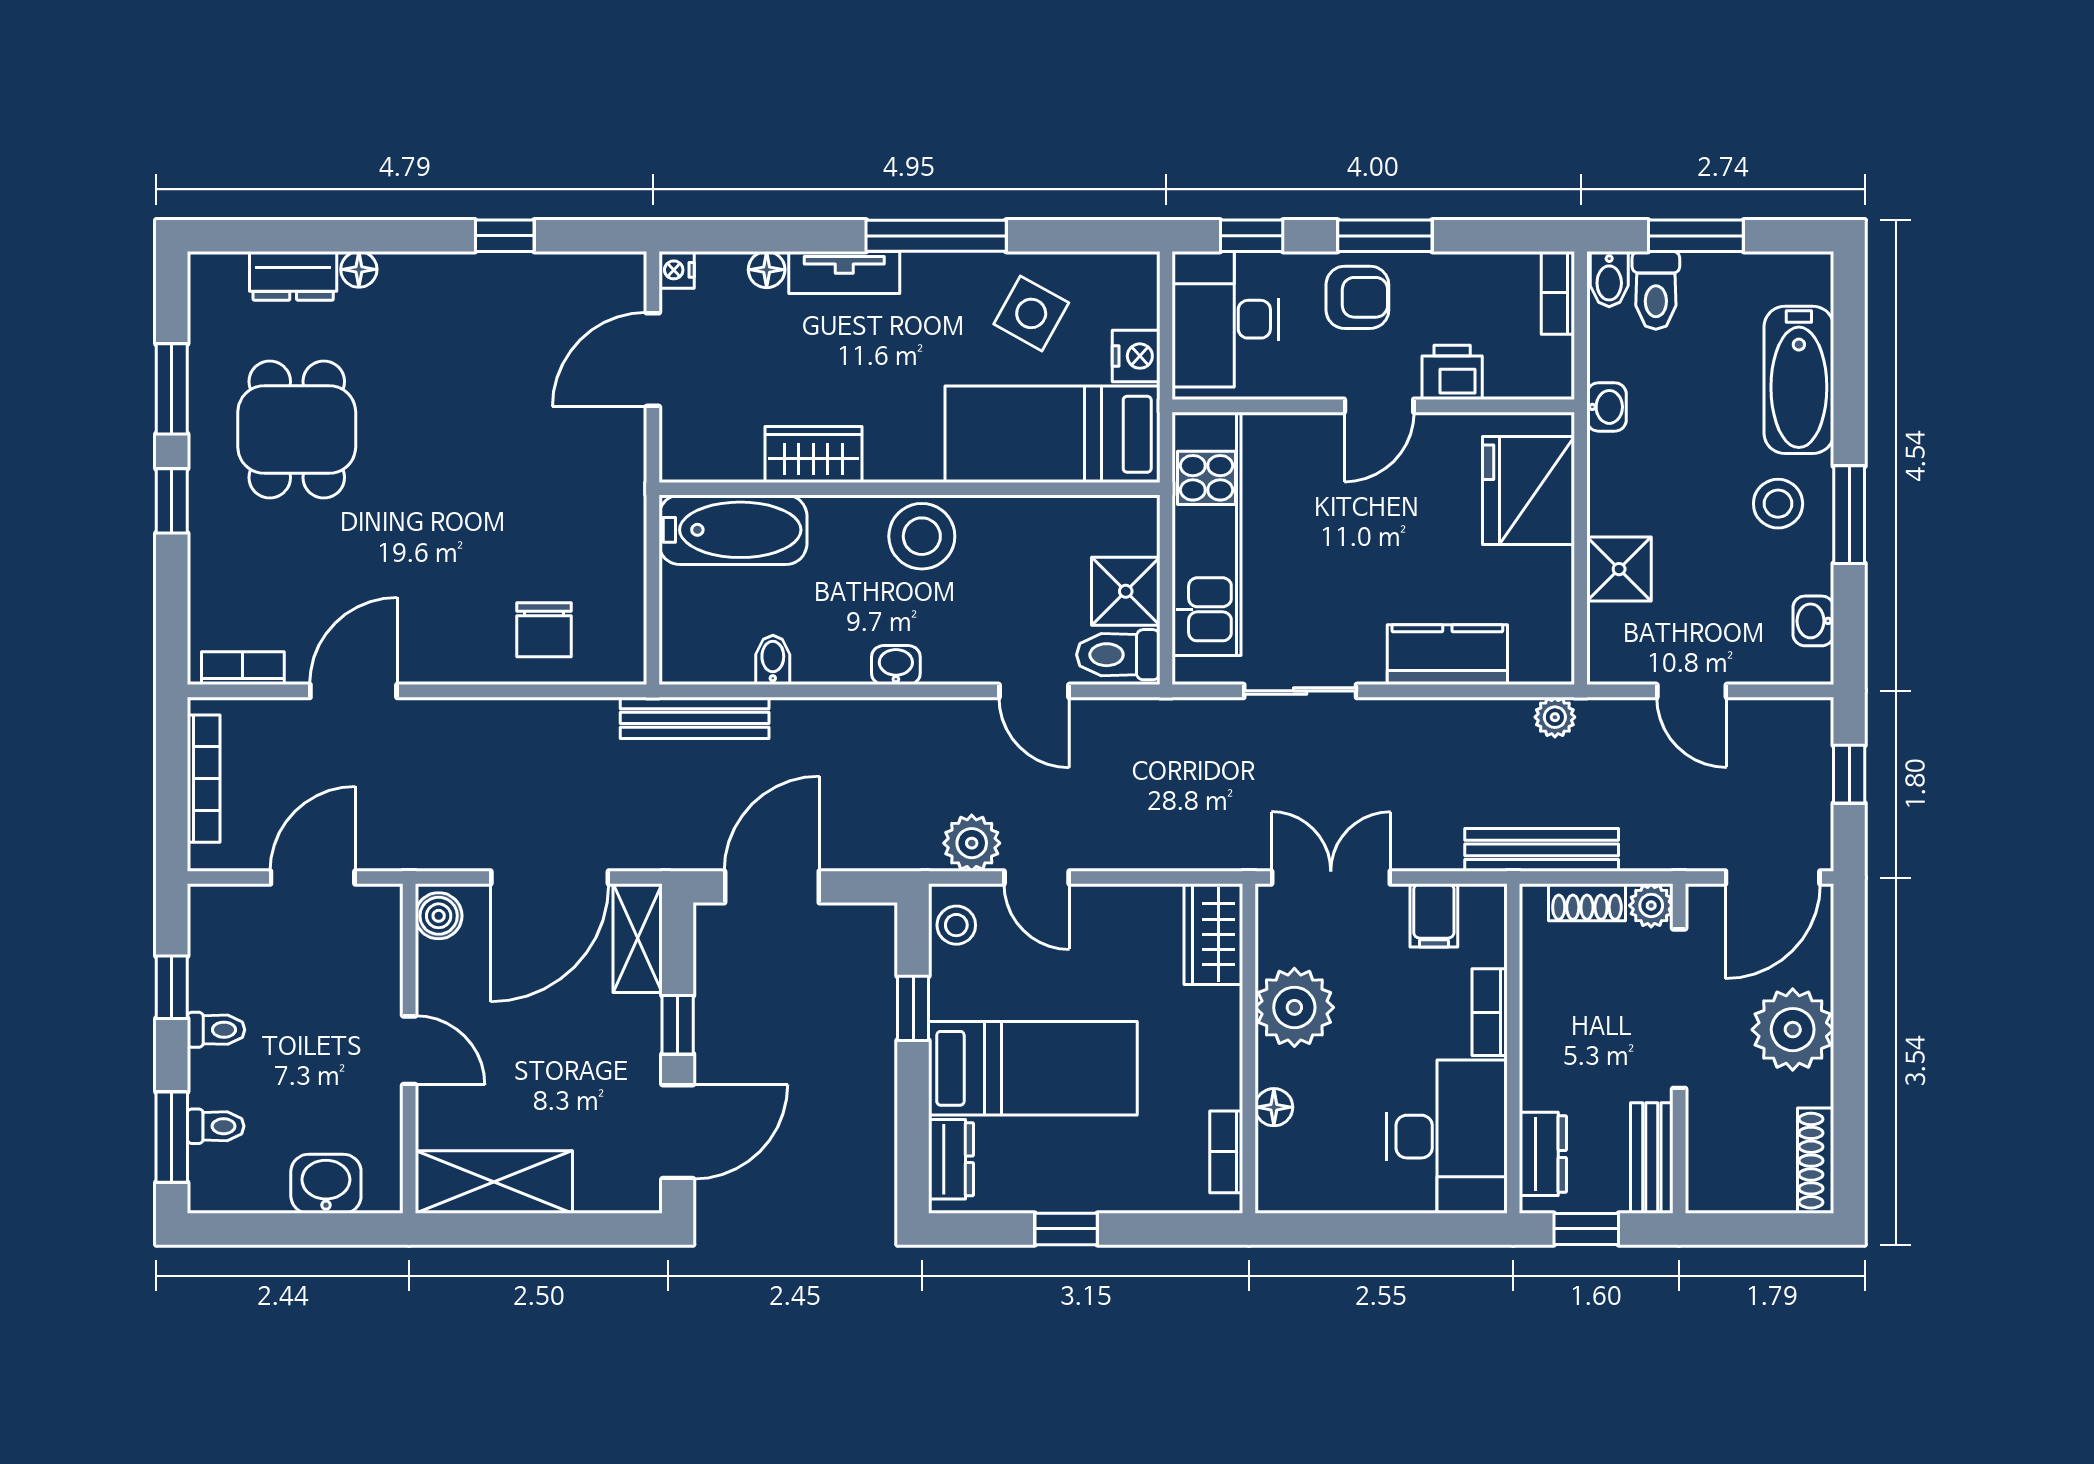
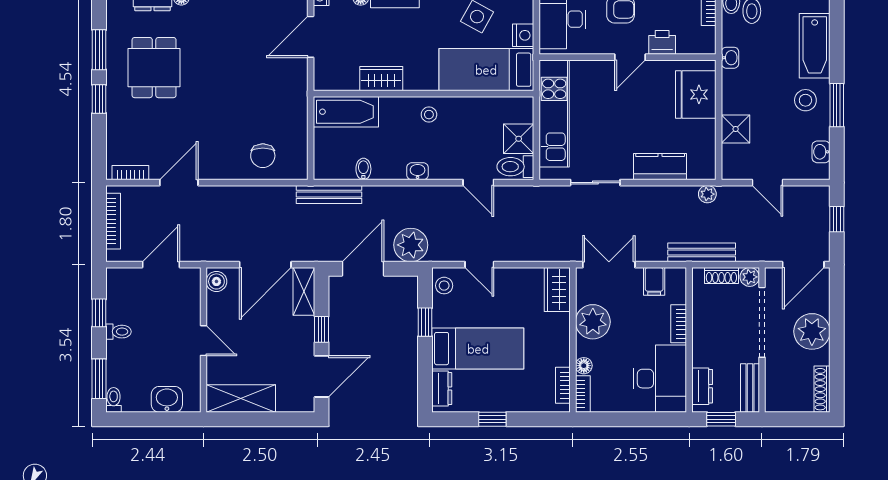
stool: (922, 536) -> (429, 115), width x0.53, depth x0.53
plant: (972, 843) -> (411, 245), moved, width x1.36, depth x1.36
toilet: (216, 1126) -> (114, 400), moved, turned -90
bookcase: (1272, 1172) -> (583, 394), added

